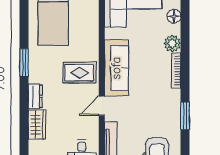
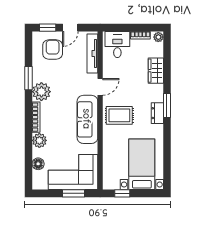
window: (24, 63) -> (167, 106), moved
dresser: (35, 96) -> (157, 113), moved
plant: (170, 100) -> (41, 92), added

